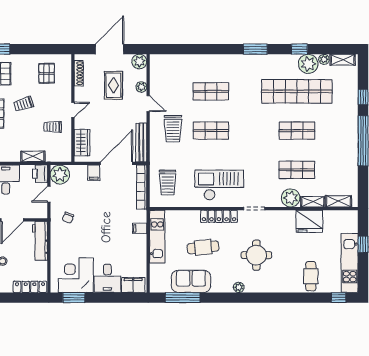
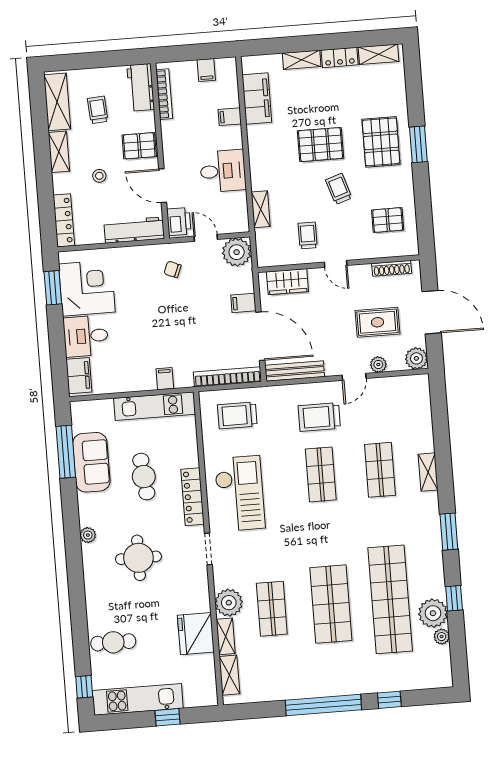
shelving: (343, 60) -> (428, 472), moved
shop shelf: (297, 131) -> (331, 604), width x1.43, depth x1.36
printer: (40, 174) -> (179, 222), moved, turned 90

